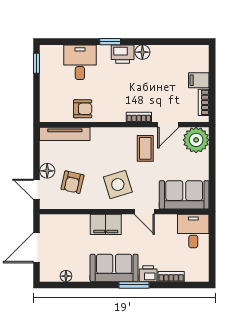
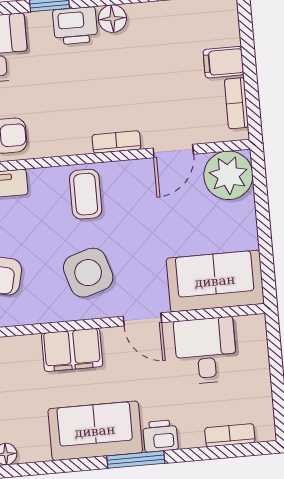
coffee table: (145, 148) -> (86, 194), moved
desk: (193, 231) -> (206, 351), moved
bookcase: (171, 277) -> (230, 435), moved

